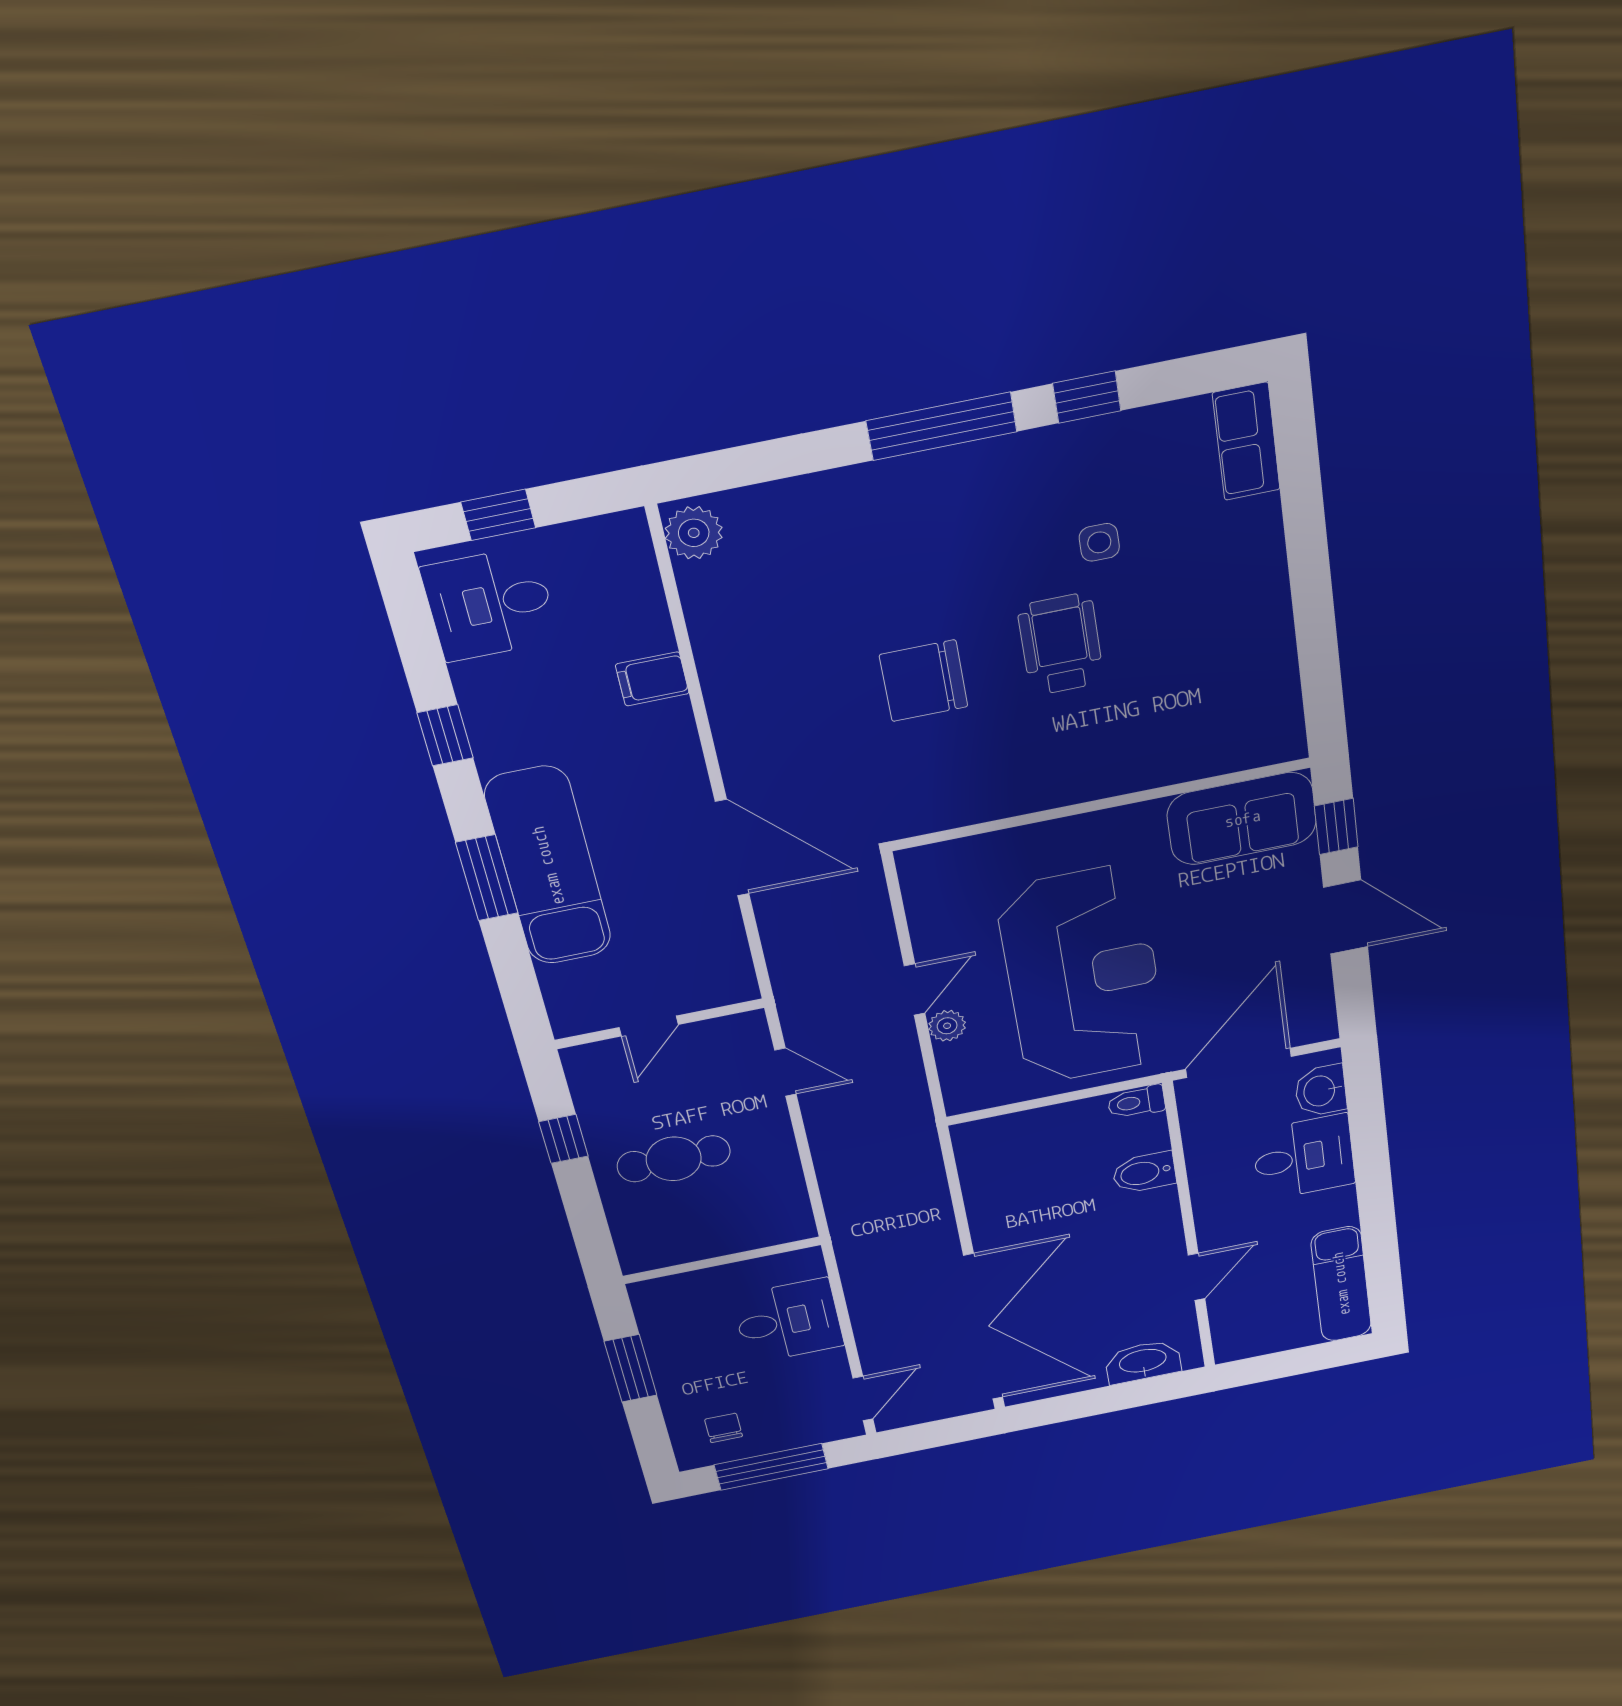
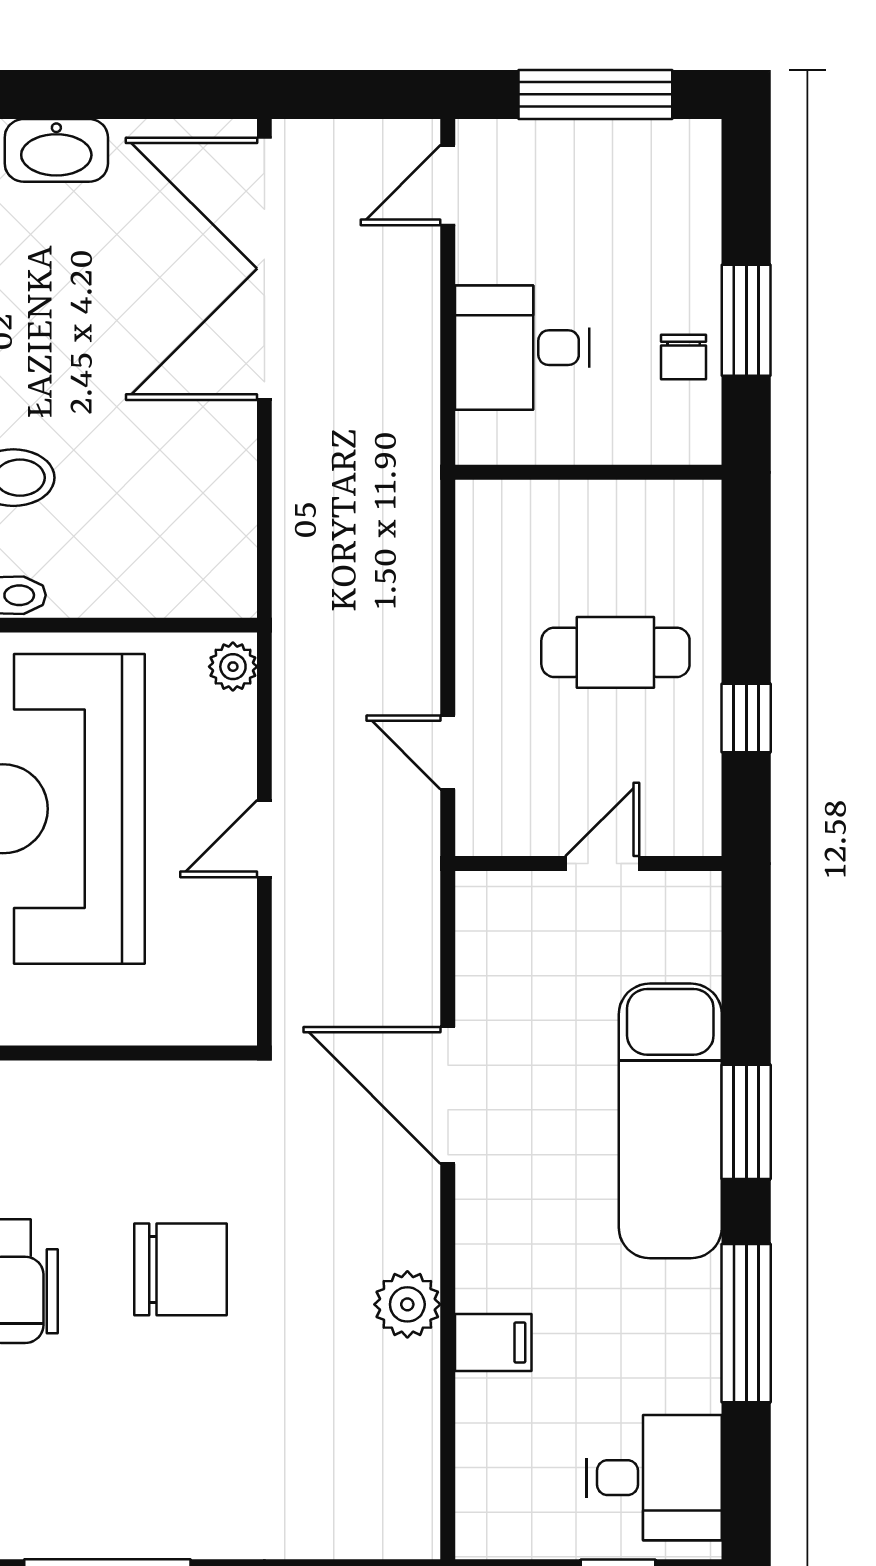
plant: (694, 533) -> (407, 1304), moved
window: (445, 735) -> (746, 1323), width x2.17
plant: (947, 1026) -> (233, 667), moved
chair: (724, 1428) -> (684, 357), moved

